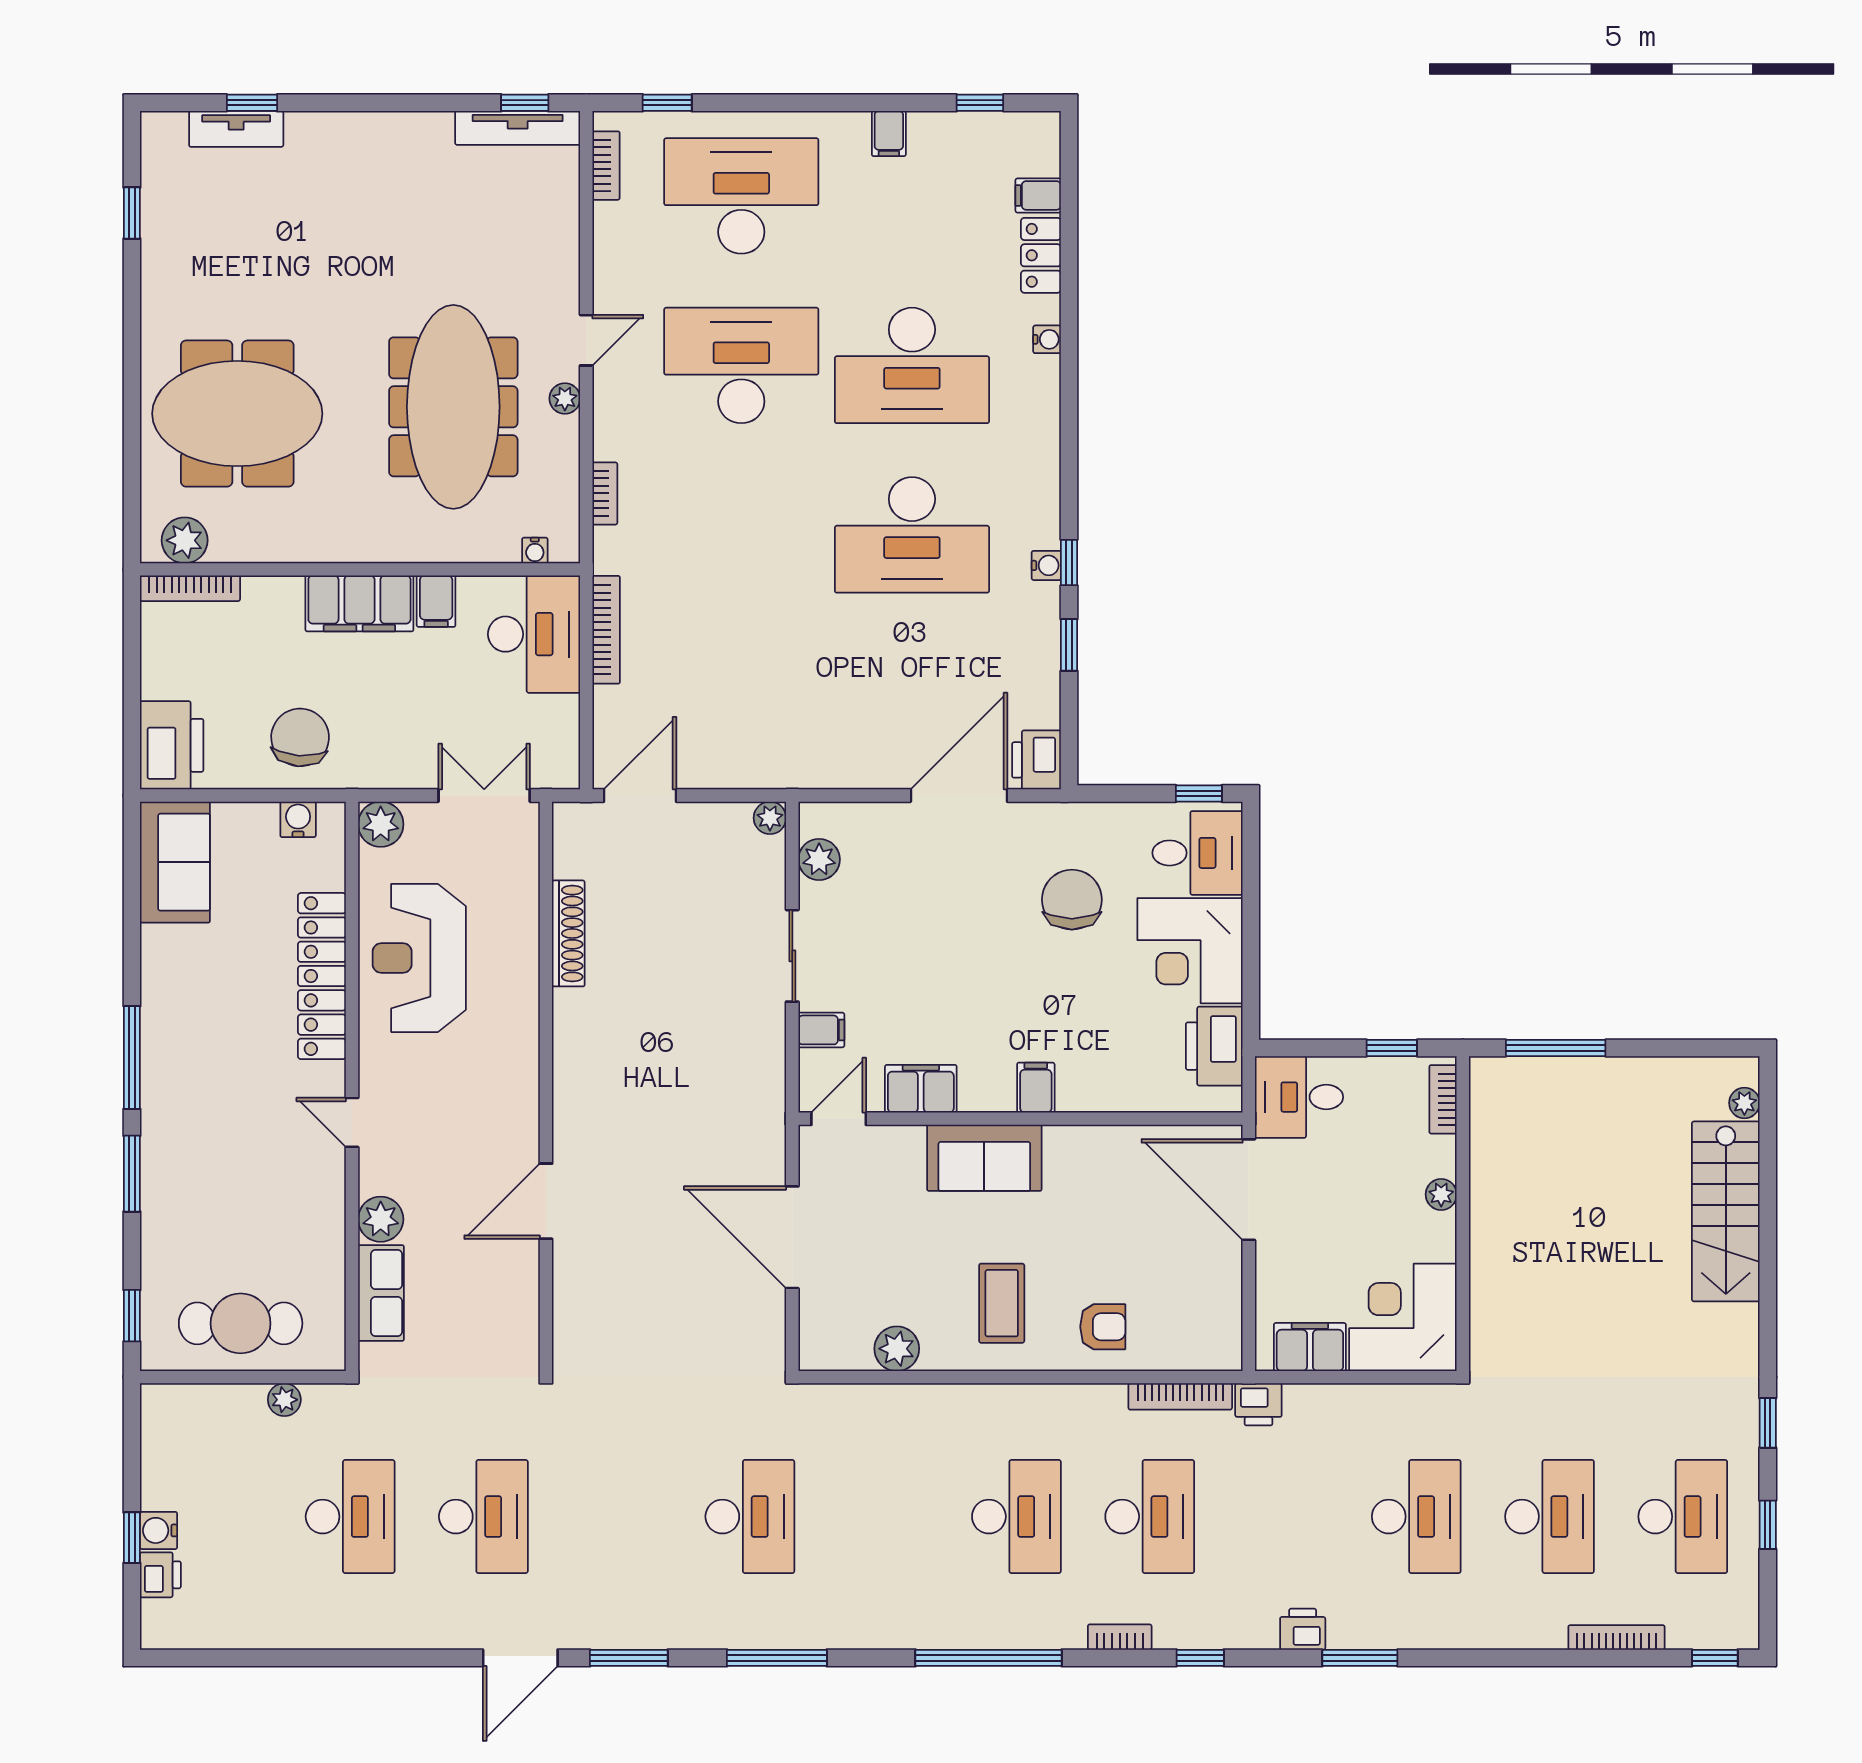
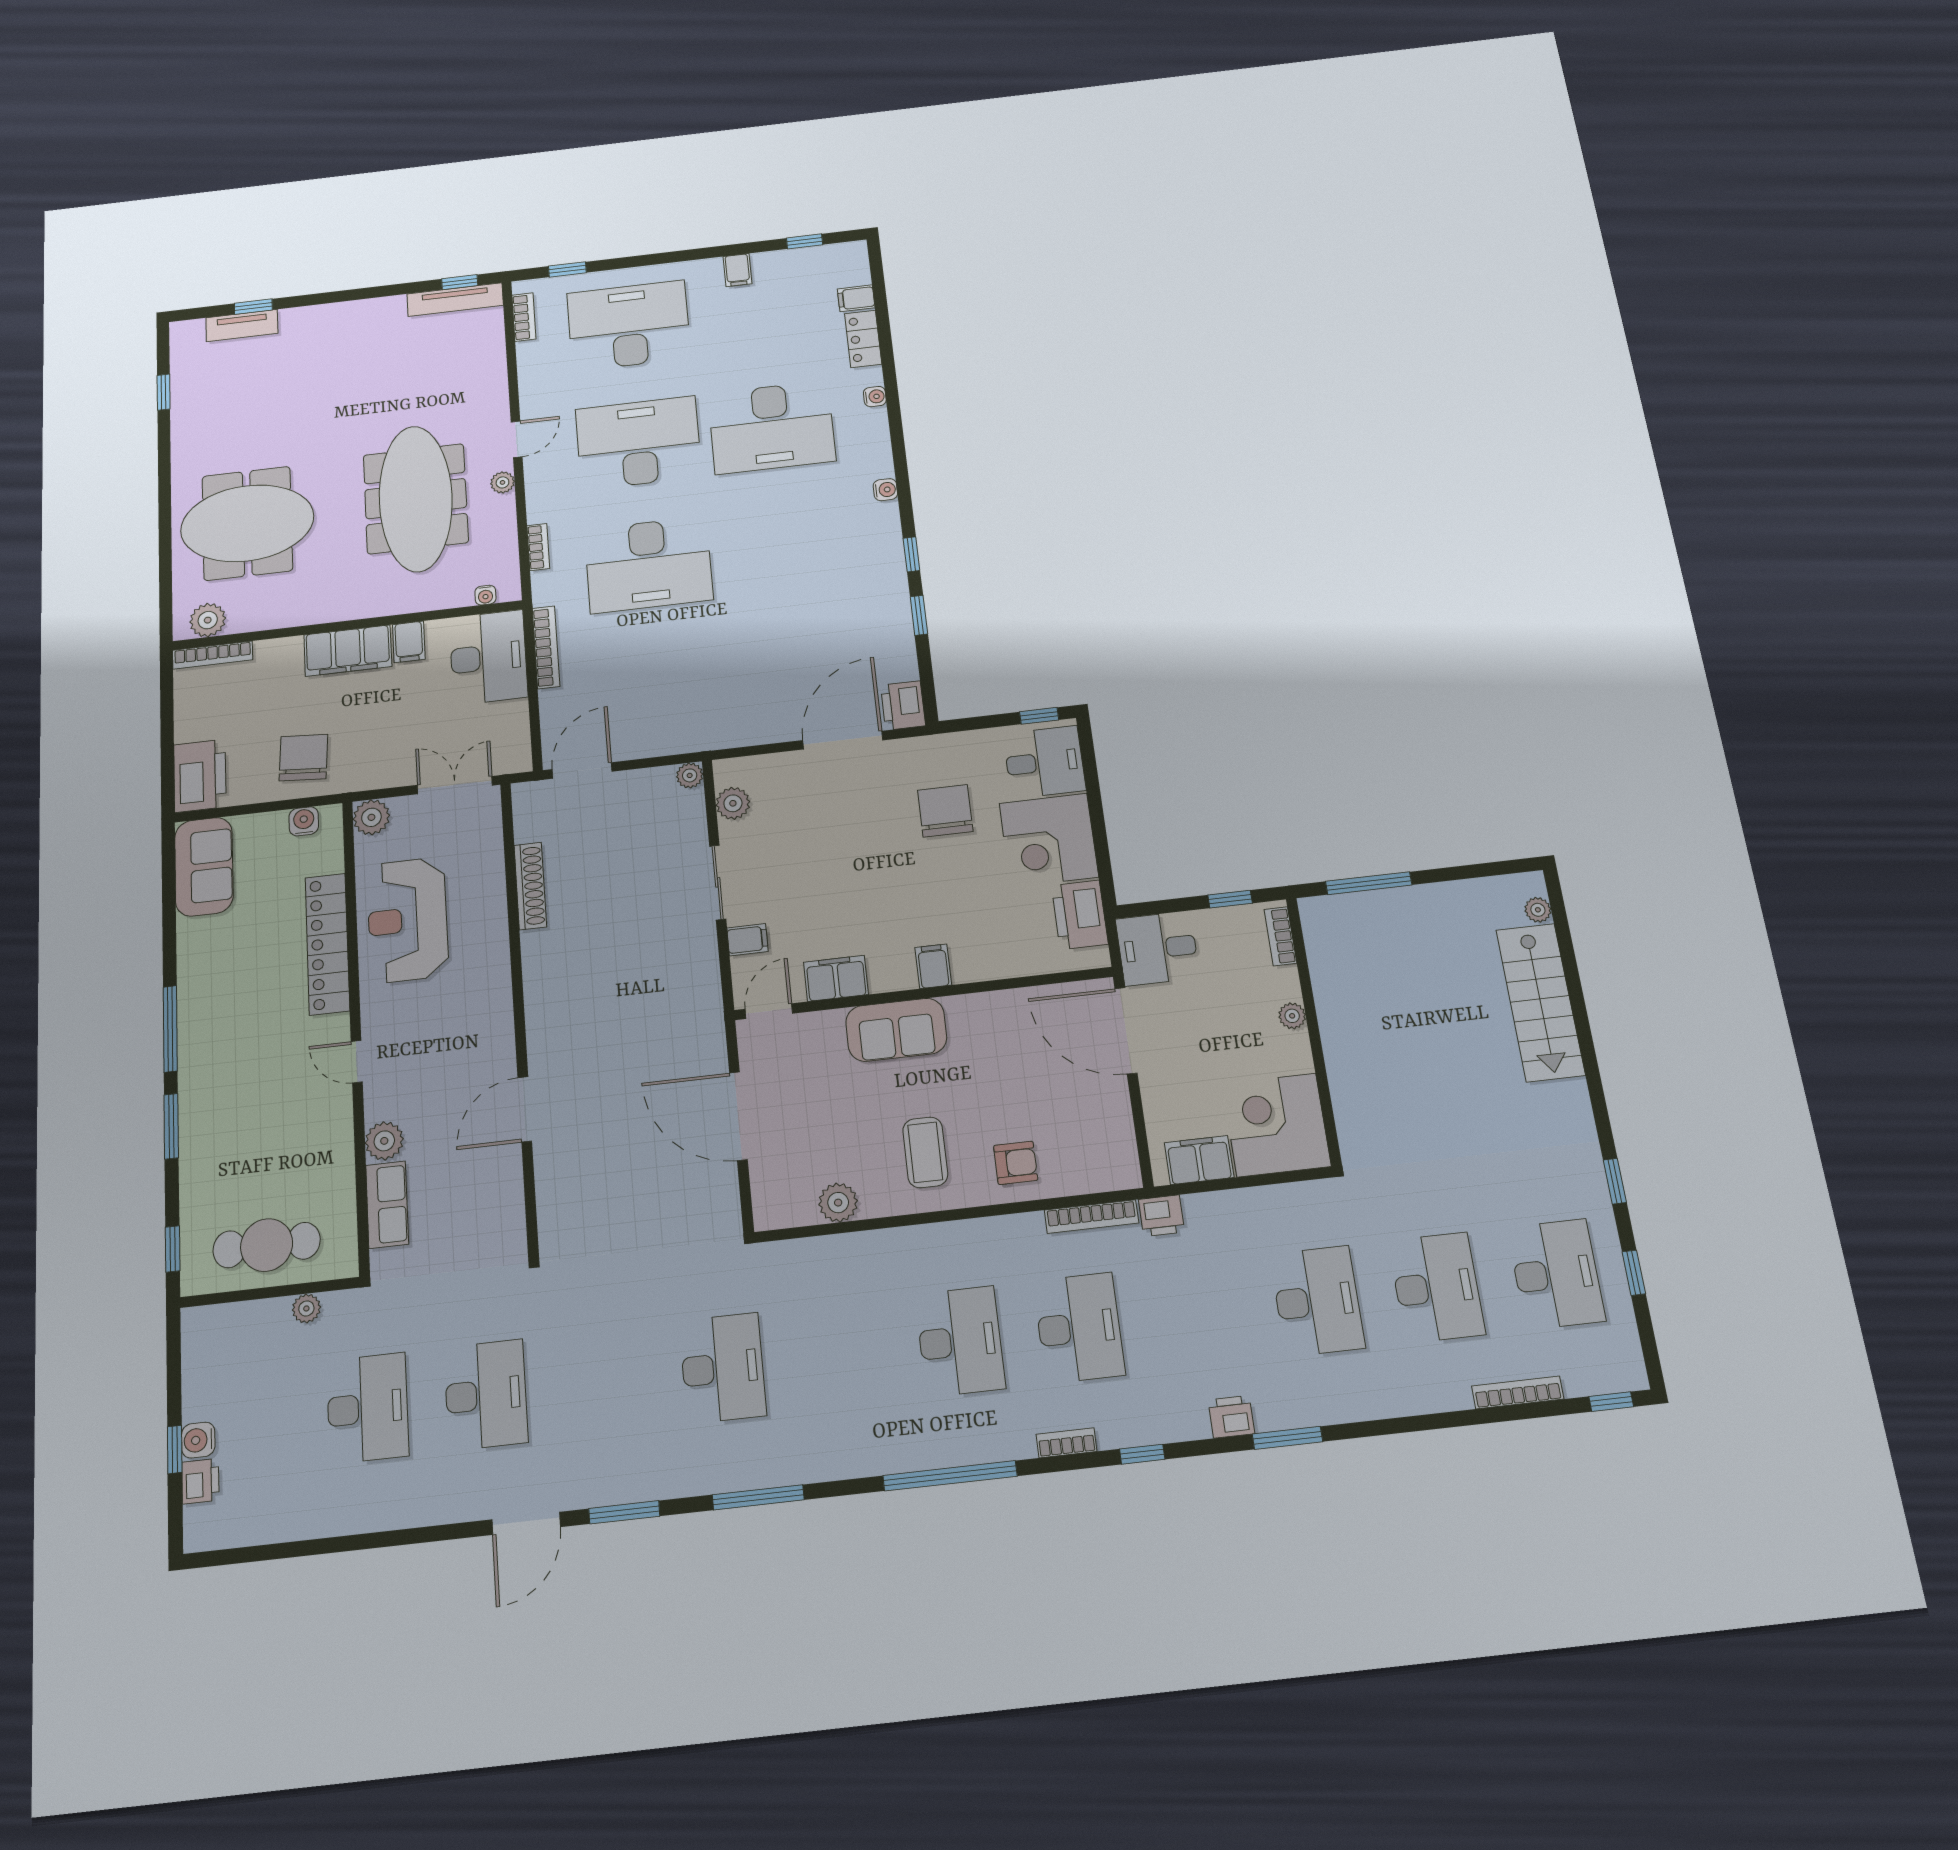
desk: (912, 535) -> (649, 565), moved
water cooler: (1046, 565) -> (885, 490), moved

